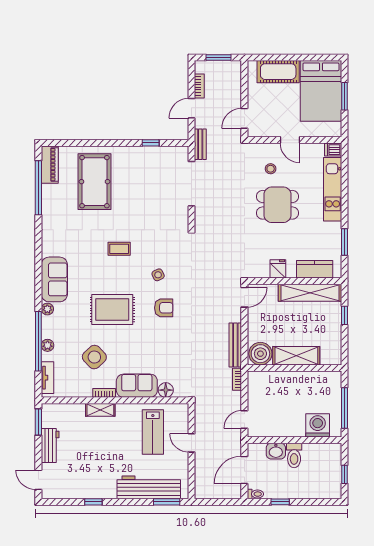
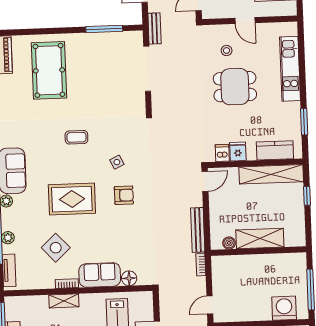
window: (151, 143) -> (104, 29), width x2.17
dishwasher: (333, 150) -> (222, 153), moved, turned 90
boiler: (260, 354) -> (229, 243), width x0.54, depth x0.54

